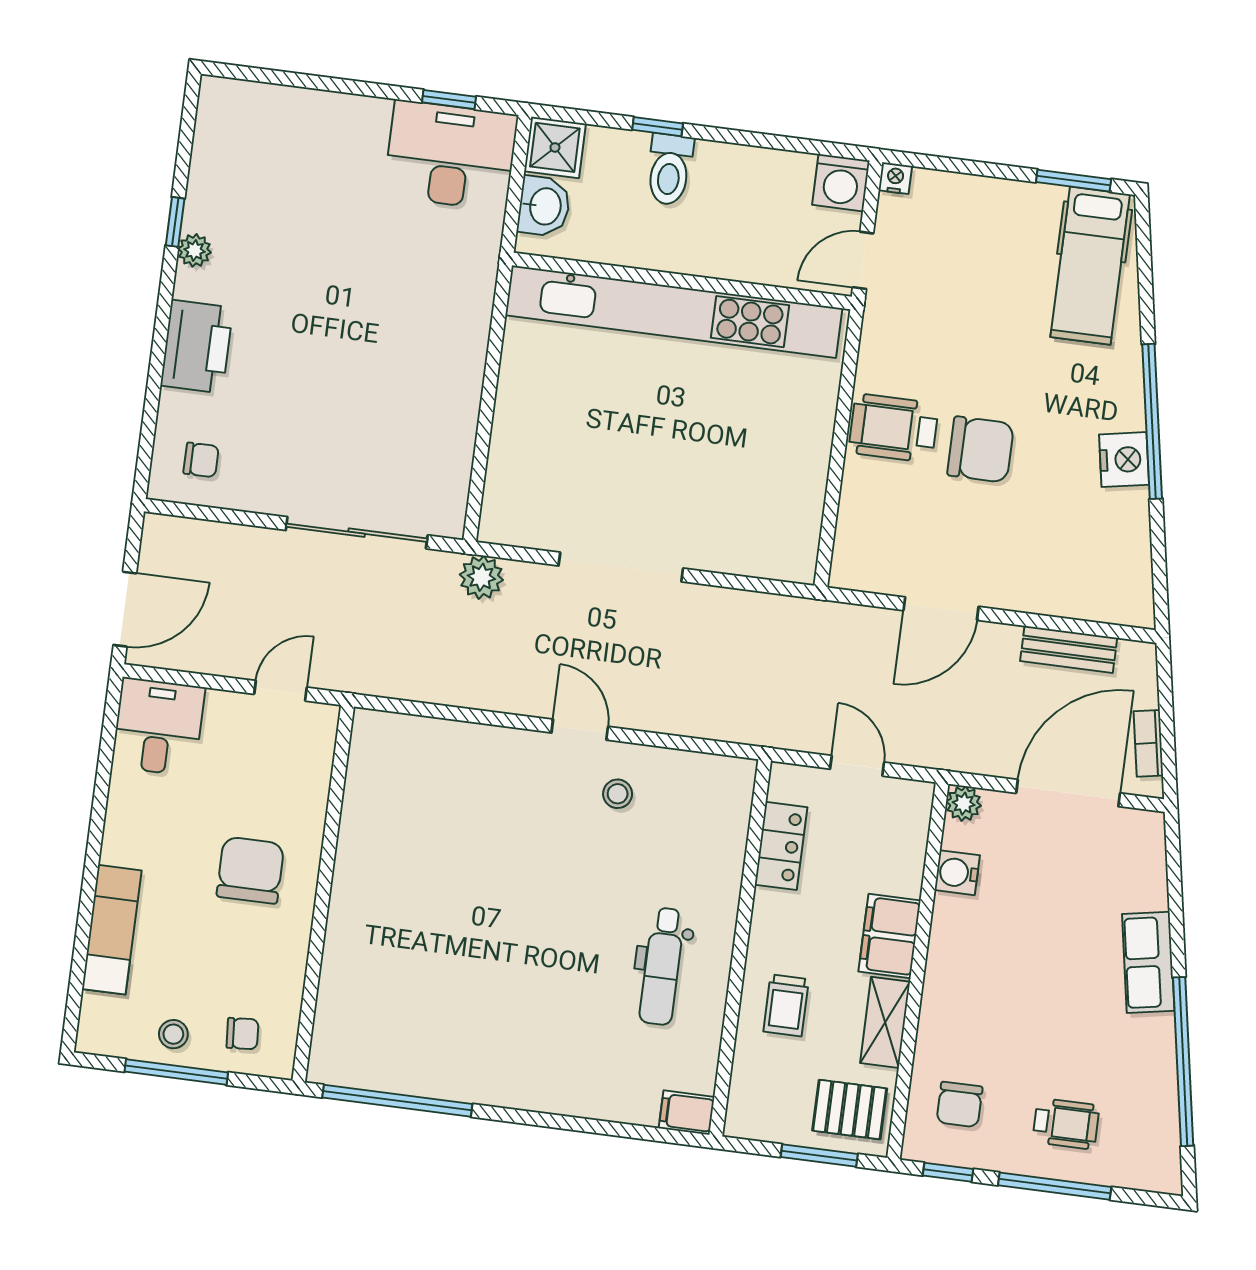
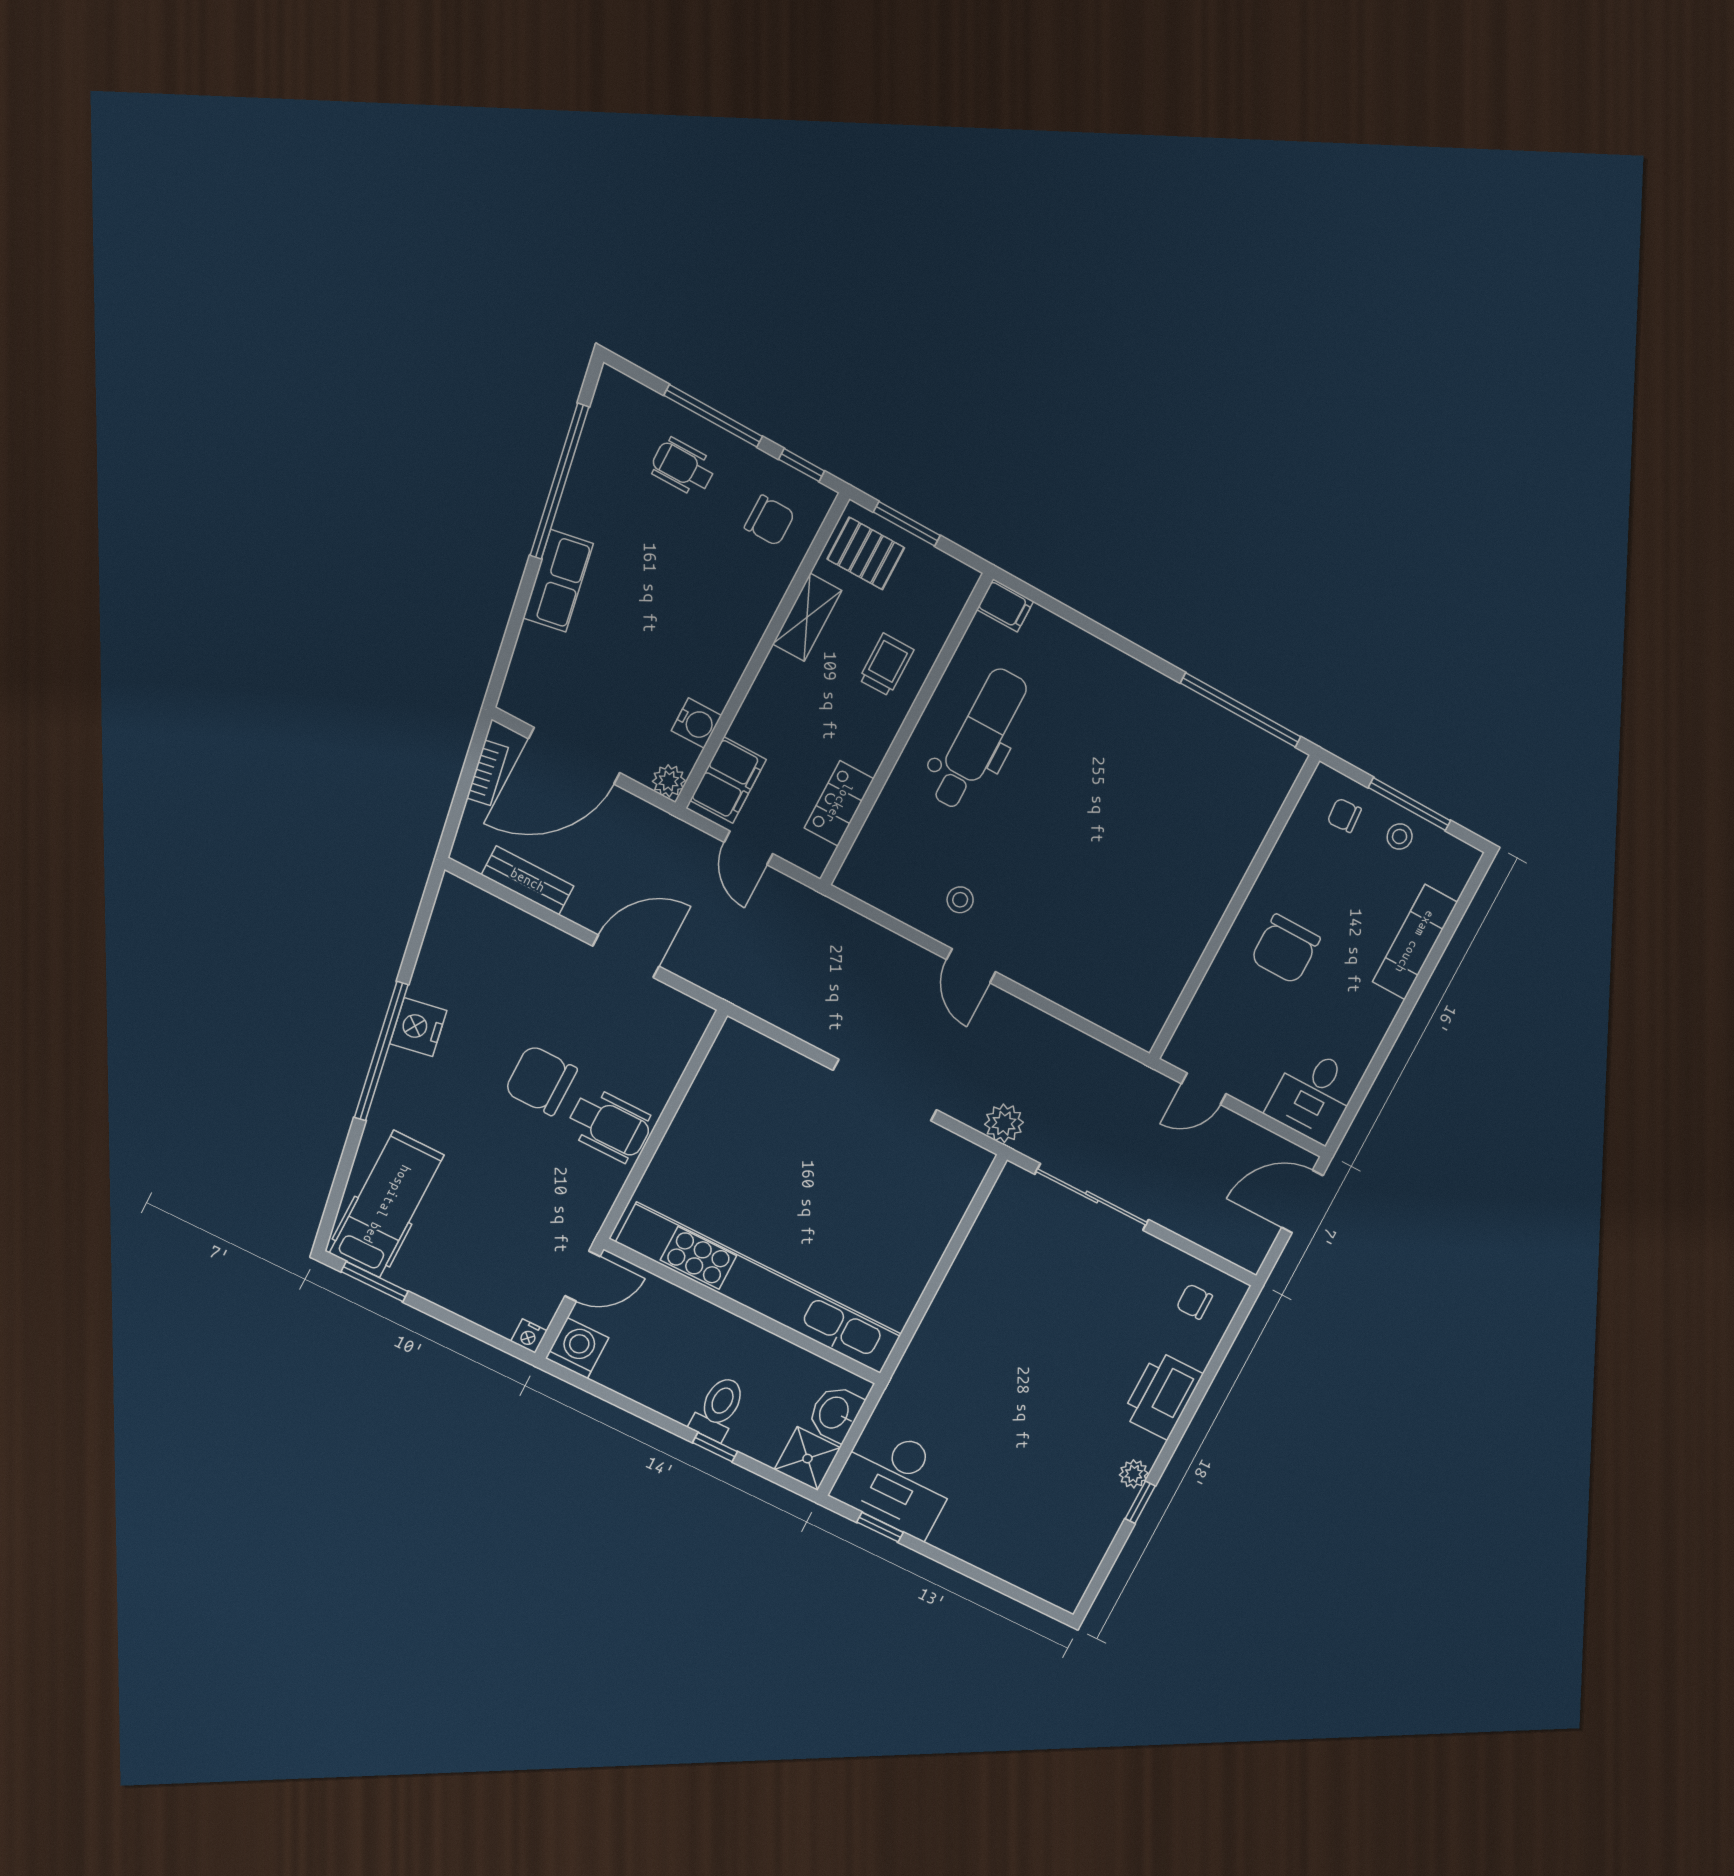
filing cabinet: (890, 936) -> (728, 780), moved
dental chair: (662, 966) -> (978, 739), width x1.36, depth x1.38
chair: (959, 1104) -> (770, 520), turned 90

